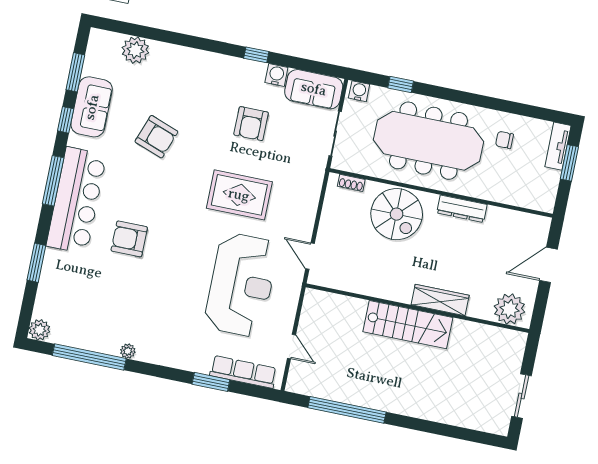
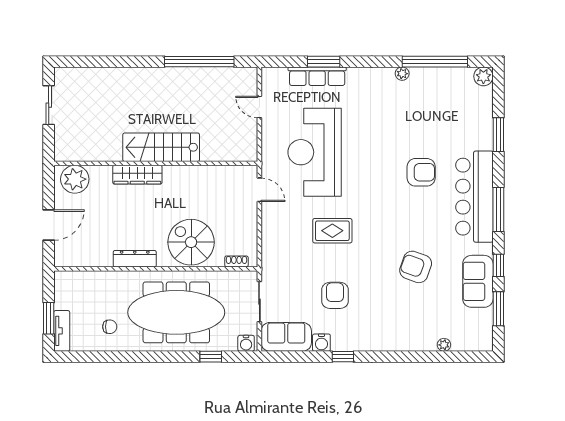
plant: (135, 50) -> (444, 345), width x0.53, depth x0.53
rug: (239, 195) -> (332, 231), width x0.73, depth x0.70
row of seats: (243, 372) -> (317, 76), moved

